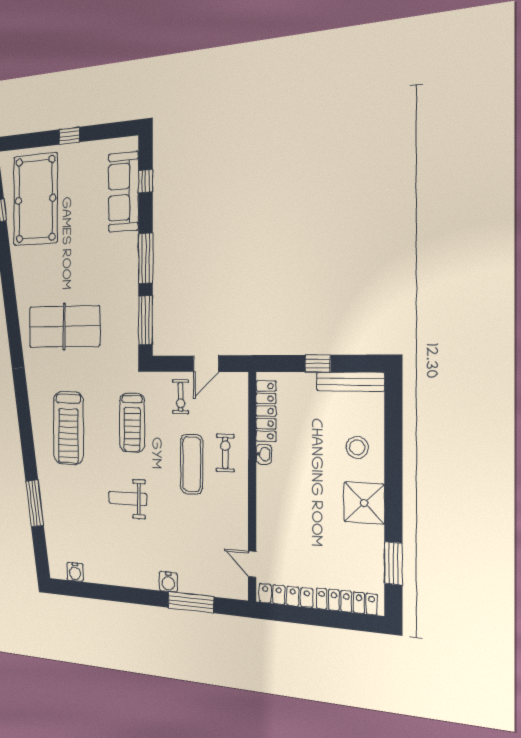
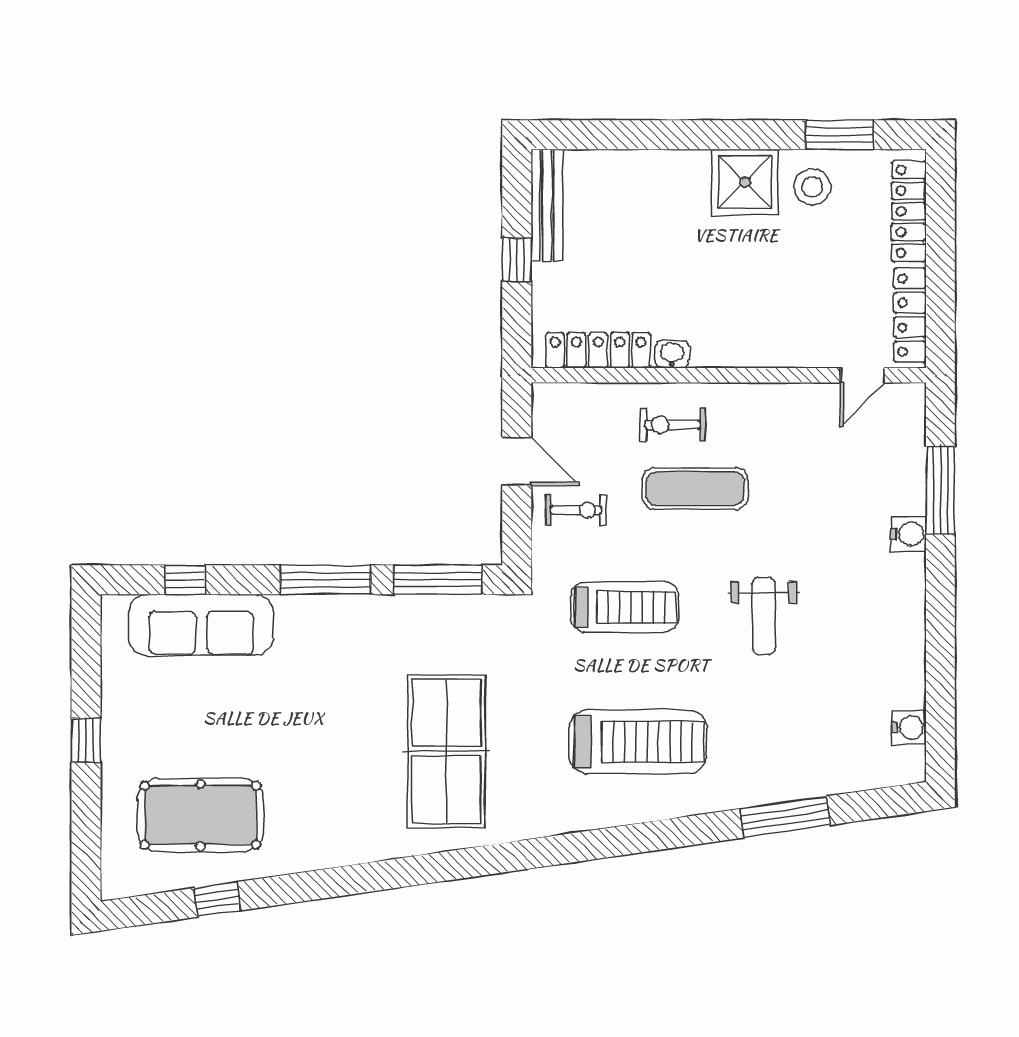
pool table: (36, 199) -> (200, 815), width x0.73, depth x0.76
stool: (357, 447) -> (812, 187), moved

